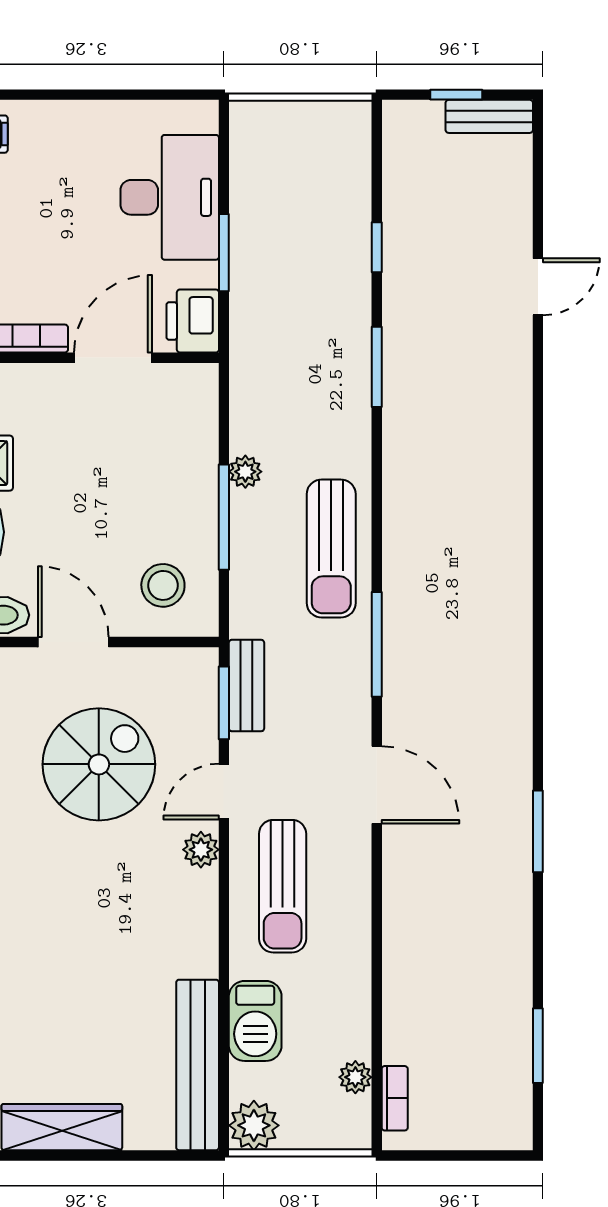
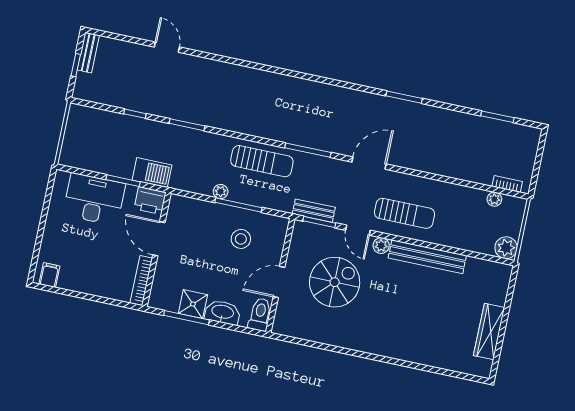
stool: (163, 585) -> (241, 239), moved
spiral stairs: (99, 764) -> (335, 282), turned 90
barbecue: (255, 1021) -> (152, 173), moved
bench: (198, 1065) -> (427, 257), moved

